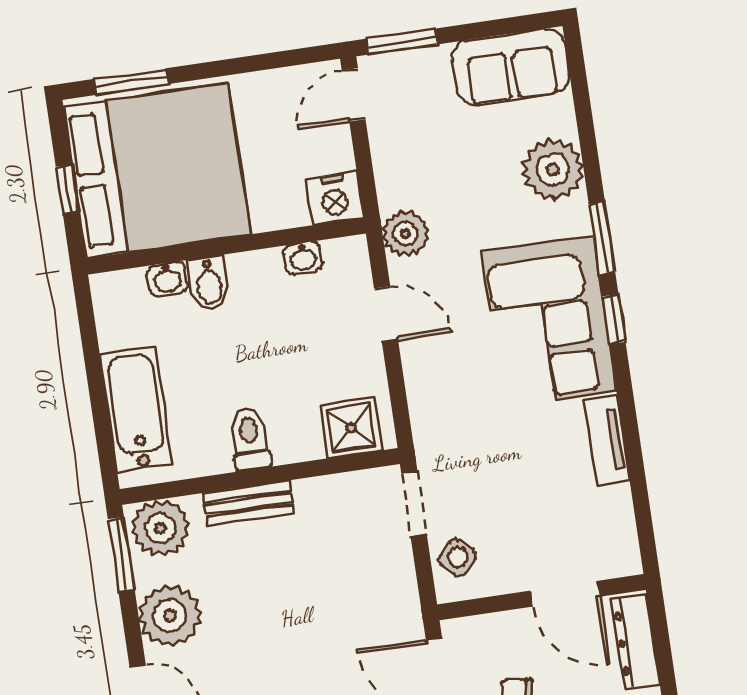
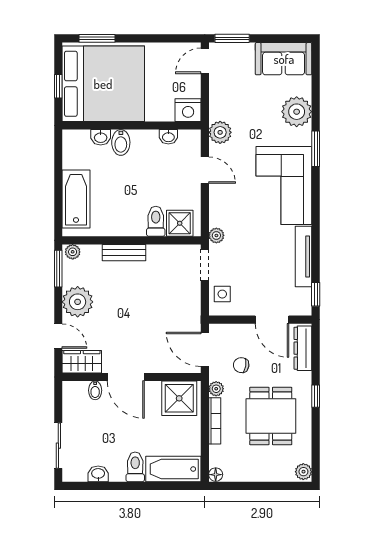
window: (614, 319) -> (316, 294), moved
toilet: (250, 439) -> (156, 221), moved
tv unit: (607, 440) -> (304, 257), width x1.41
plant: (429, 442) -> (216, 235), added
plant: (160, 528) -> (73, 252), width x0.53, depth x0.53
side table: (458, 557) -> (222, 294), turned 45

